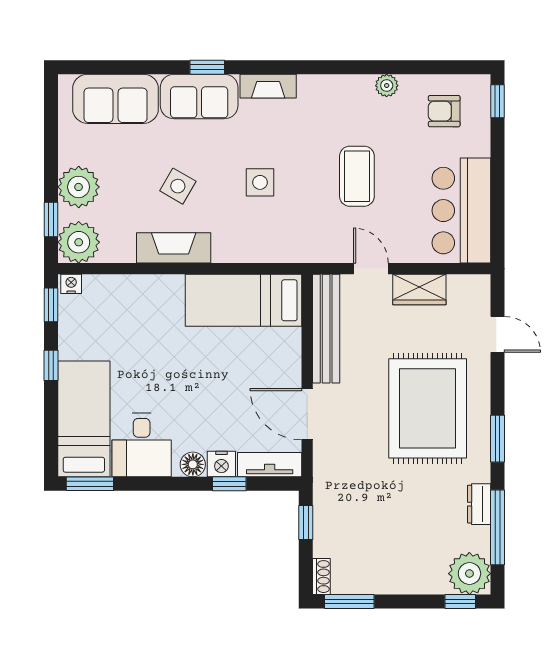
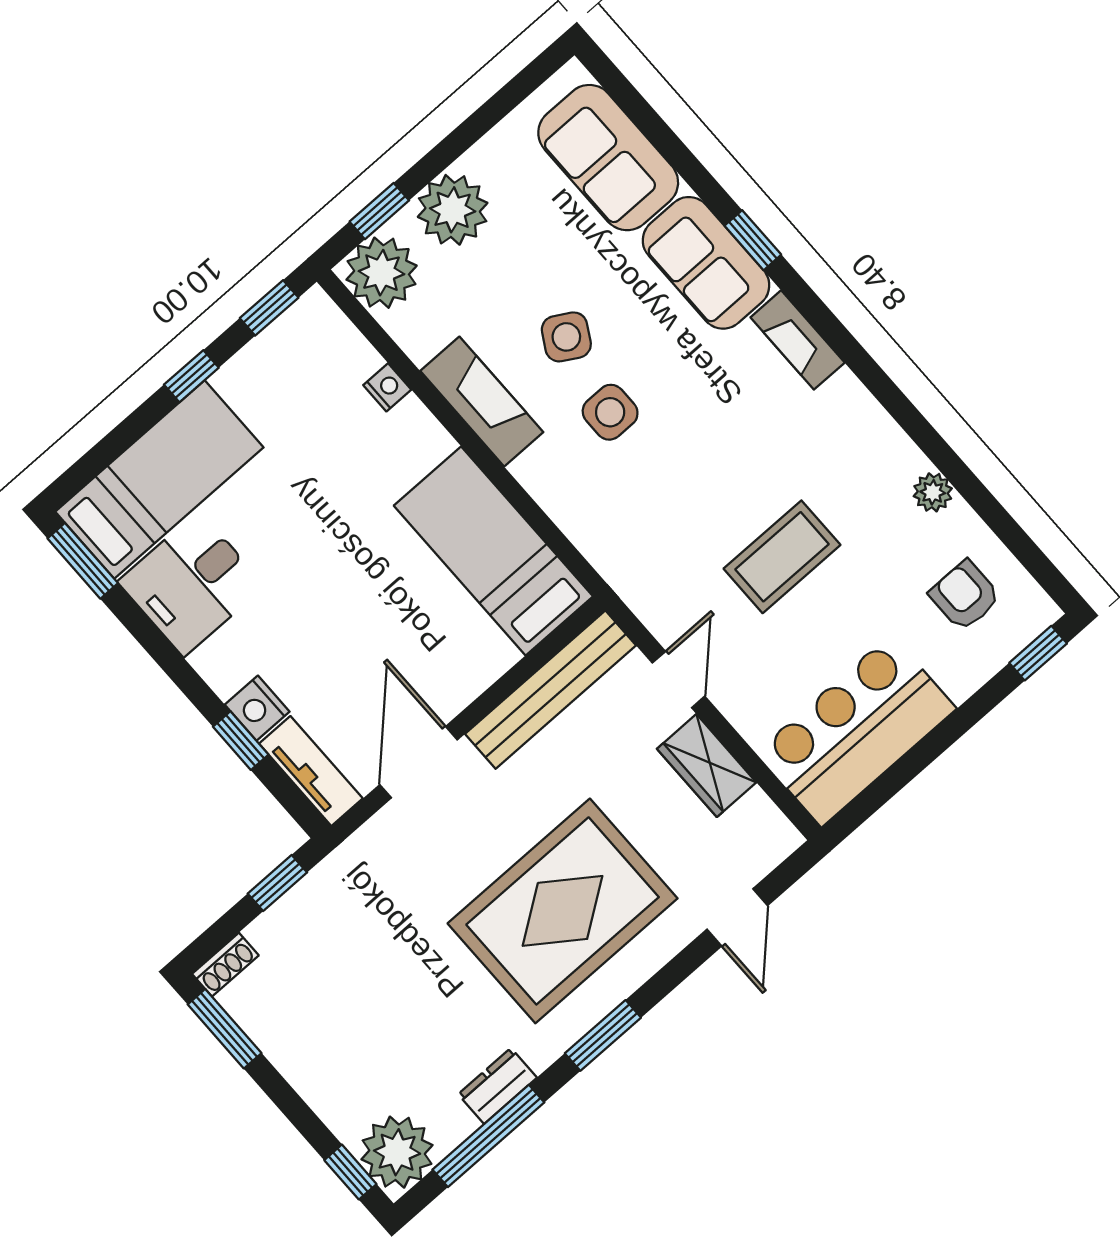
side table: (260, 182) -> (610, 412), moved
nightstand: (71, 284) -> (387, 387), moved
floor lamp: (193, 464) -> (224, 672), removed

